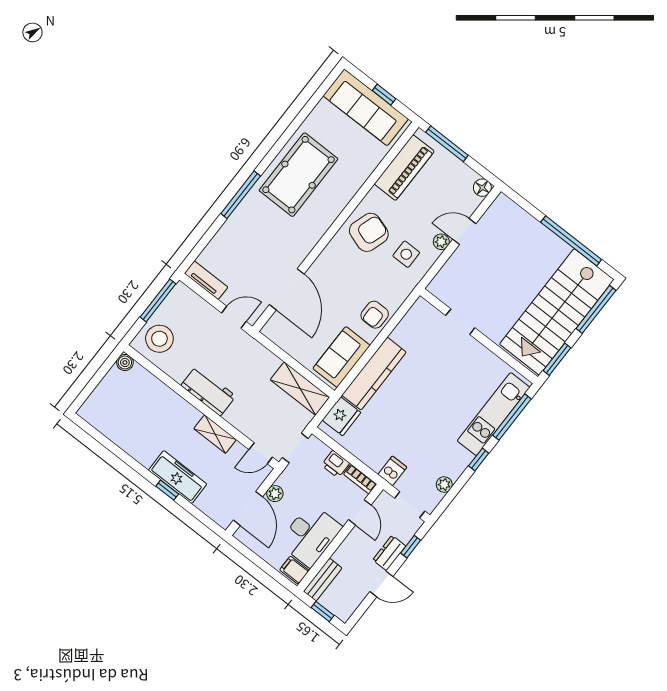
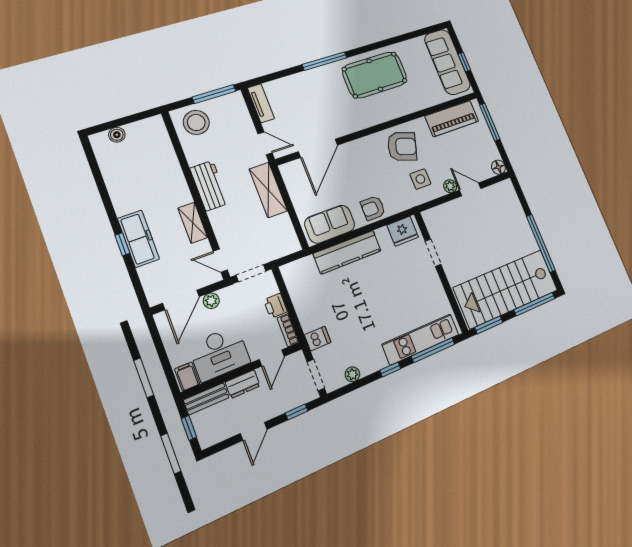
boiler: (125, 362) -> (117, 135), moved
shelving: (300, 389) -> (268, 190), moved
fridge: (341, 416) -> (403, 231), moved
dresser: (389, 553) -> (243, 384), moved, turned 180
door: (381, 584) -> (254, 431), hinge flipped

